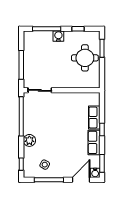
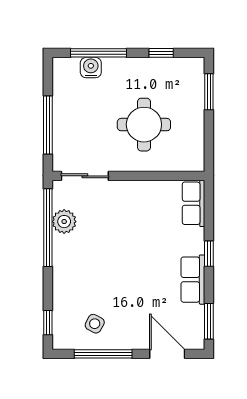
water cooler: (58, 36) -> (91, 68), moved
round table: (85, 58) -> (144, 125), moved
row of seats: (94, 117) -> (194, 203), moved
plant: (29, 140) -> (64, 222), moved
water cooler: (95, 173) -> (195, 340), removed
door: (81, 180) -> (167, 354), hinge flipped

